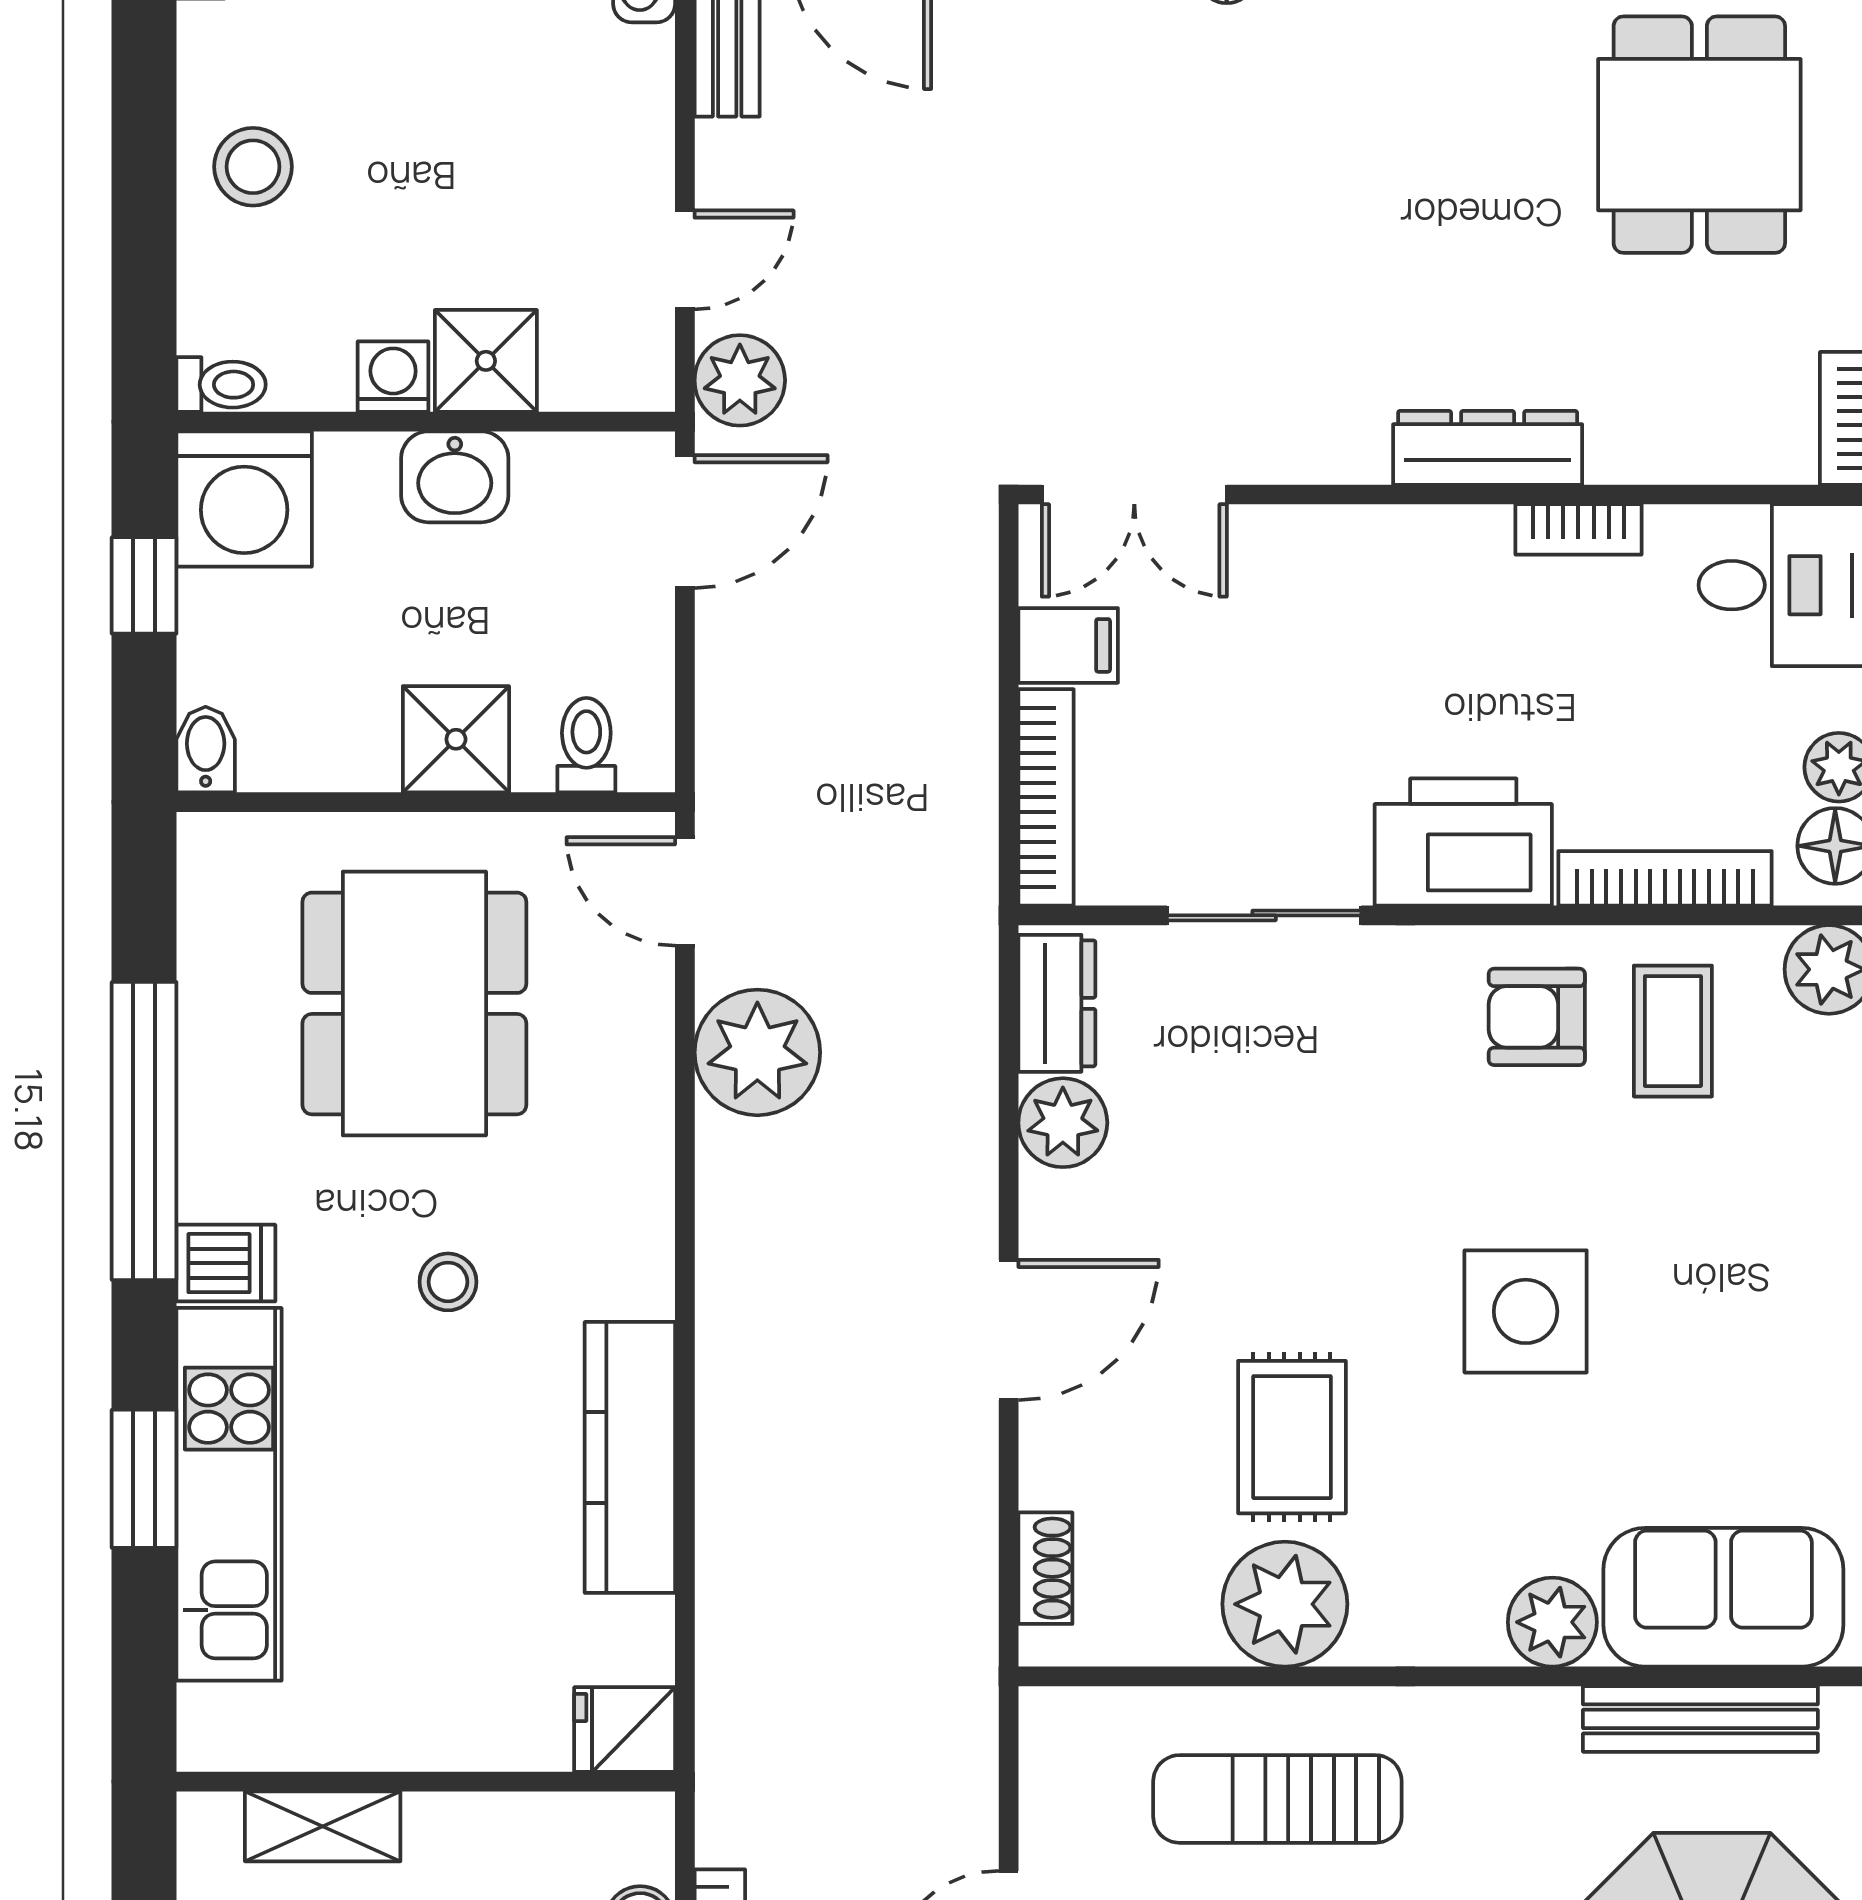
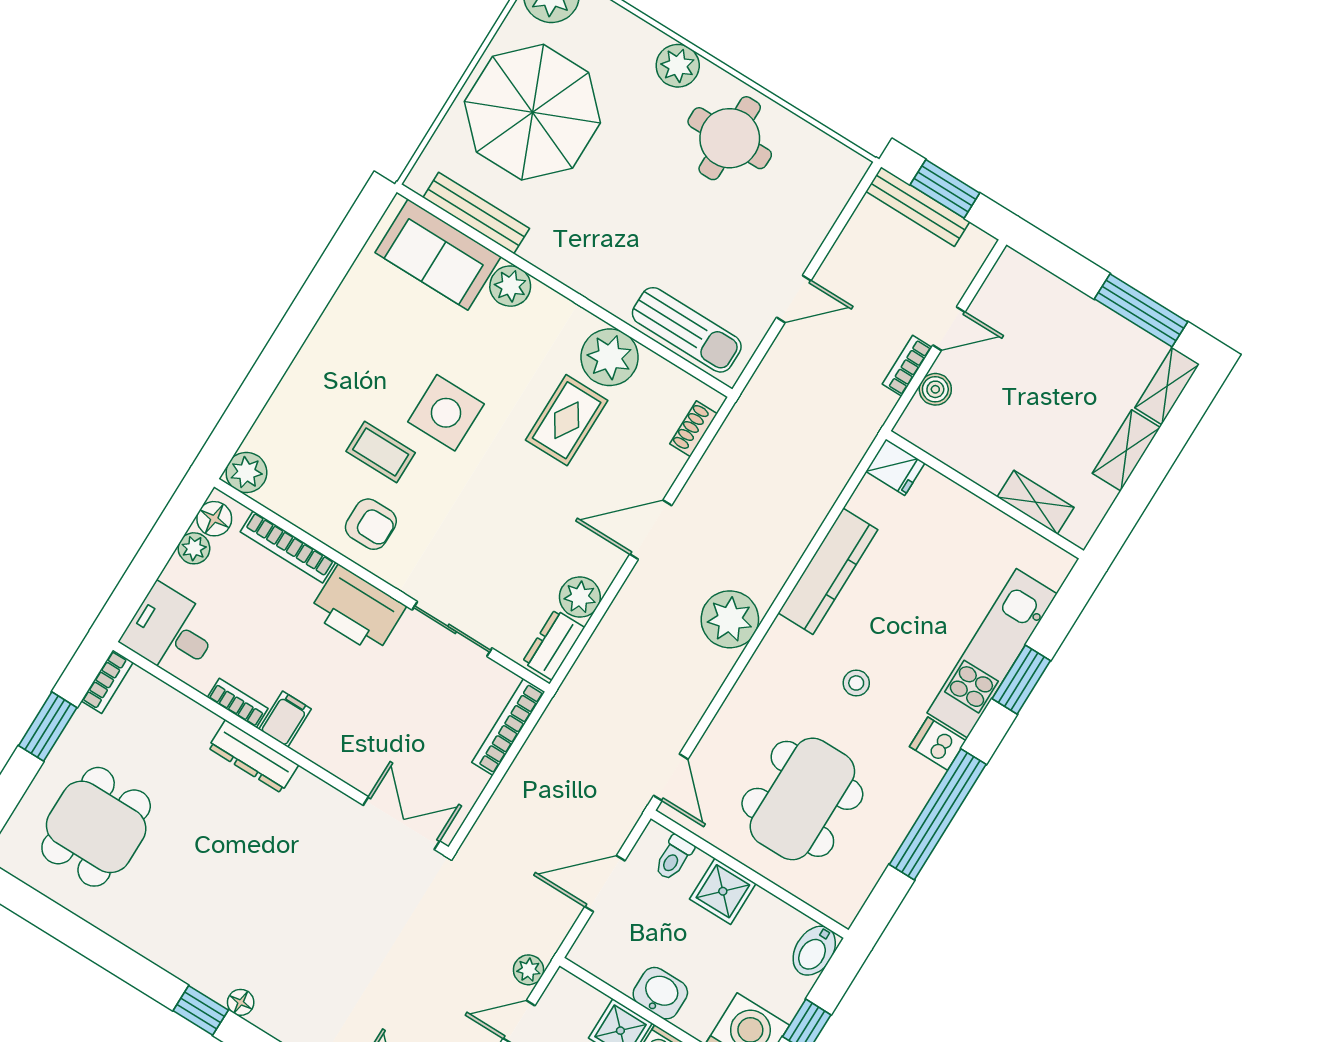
plant: (740, 380) -> (529, 970), width x0.73, depth x0.73
door: (685, 522) -> (605, 884), moved
filing cabinet: (1068, 645) -> (285, 719), moved, turned 90
bidet: (206, 750) -> (814, 951), width x1.38, depth x1.36
coffee table: (1673, 1031) -> (381, 452), moved, turned 90
plant: (757, 1052) -> (730, 619), moved
sun lounger: (1277, 1799) -> (687, 330), moved

